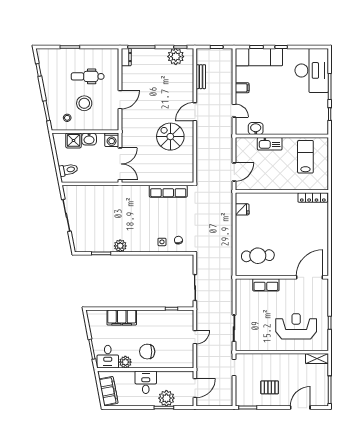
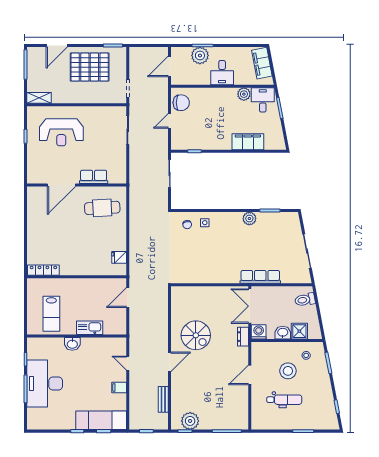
dresser: (126, 57) -> (243, 337), moved
desk: (312, 70) -> (45, 383), moved
washbasin: (256, 129) -> (72, 344), moved
row of seats: (168, 191) -> (260, 277), moved
door: (310, 277) -> (62, 185), moved
chair: (147, 352) -> (181, 103), moved
pallet: (270, 387) -> (90, 67), width x2.05, depth x2.00

